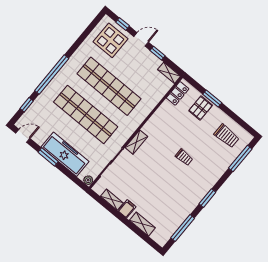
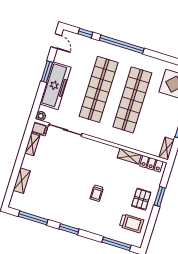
pallet: (201, 108) -> (141, 199), moved, turned 90
trolley: (227, 136) -> (132, 223), turned -90
shelving: (136, 142) -> (129, 156), moved
filing cabinet: (127, 209) -> (40, 129), moved

